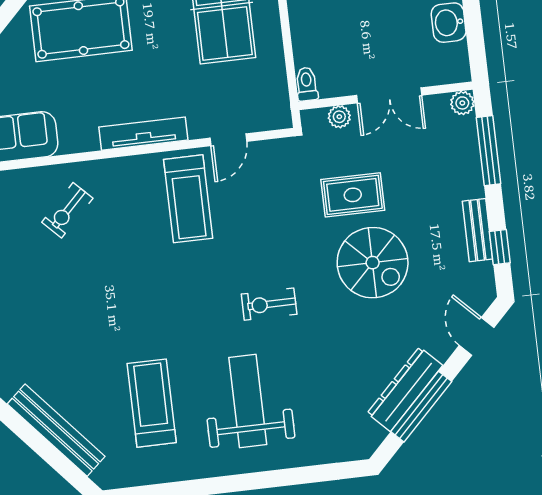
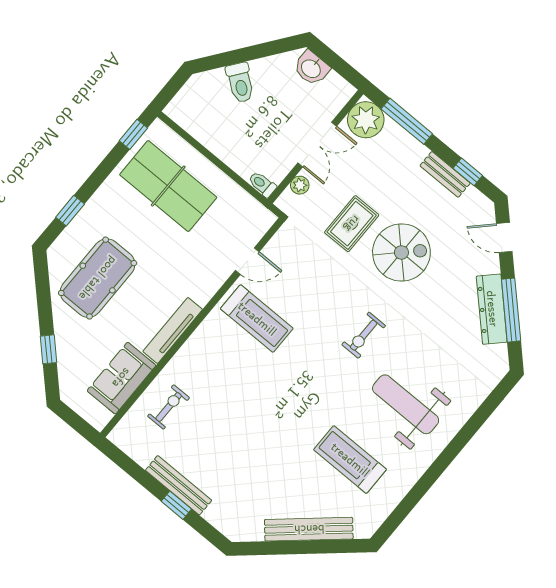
plant: (462, 103) -> (366, 120), width x1.88, depth x1.88
tv unit: (143, 134) -> (173, 330), moved
door: (228, 140) -> (247, 261), hinge flipped
exercise bike: (67, 210) -> (169, 407), moved, turned -135

